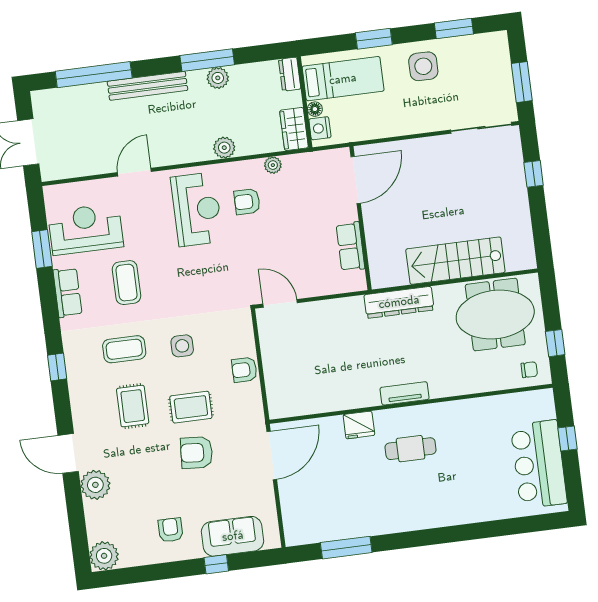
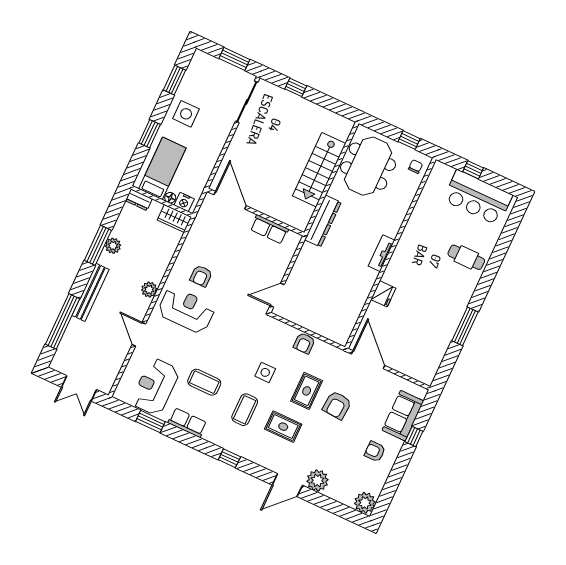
plant: (224, 148) -> (149, 290), moved
plant: (273, 165) -> (189, 246), removed
cafe table: (411, 449) -> (466, 257), moved, turned 90
window: (346, 548) -> (465, 326), moved

